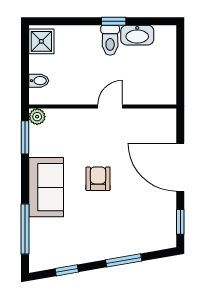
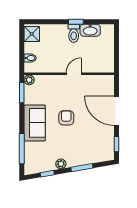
plant: (89, 254) -> (61, 164), added

